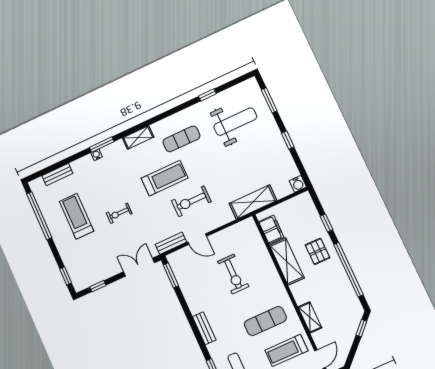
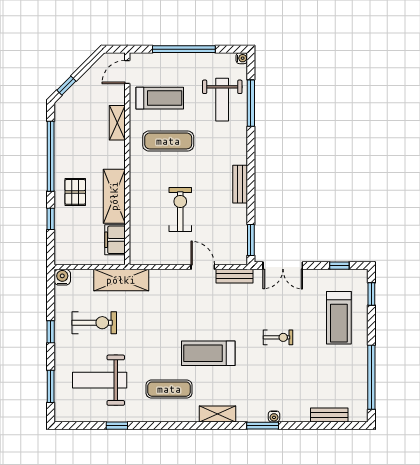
exercise bike: (191, 201) -> (94, 323), moved
treadmill: (76, 216) -> (339, 318), moved
bench: (204, 328) -> (240, 184), moved

